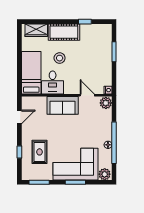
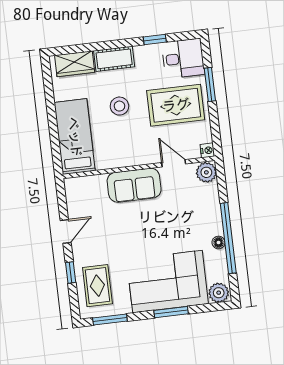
cot: (64, 32) -> (114, 59), width x0.73, depth x0.75
rug: (93, 61) -> (176, 105), added
desk: (53, 83) -> (183, 58), moved, turned -90
door: (19, 117) -> (66, 231), moved
rug: (39, 152) -> (97, 286), moved

